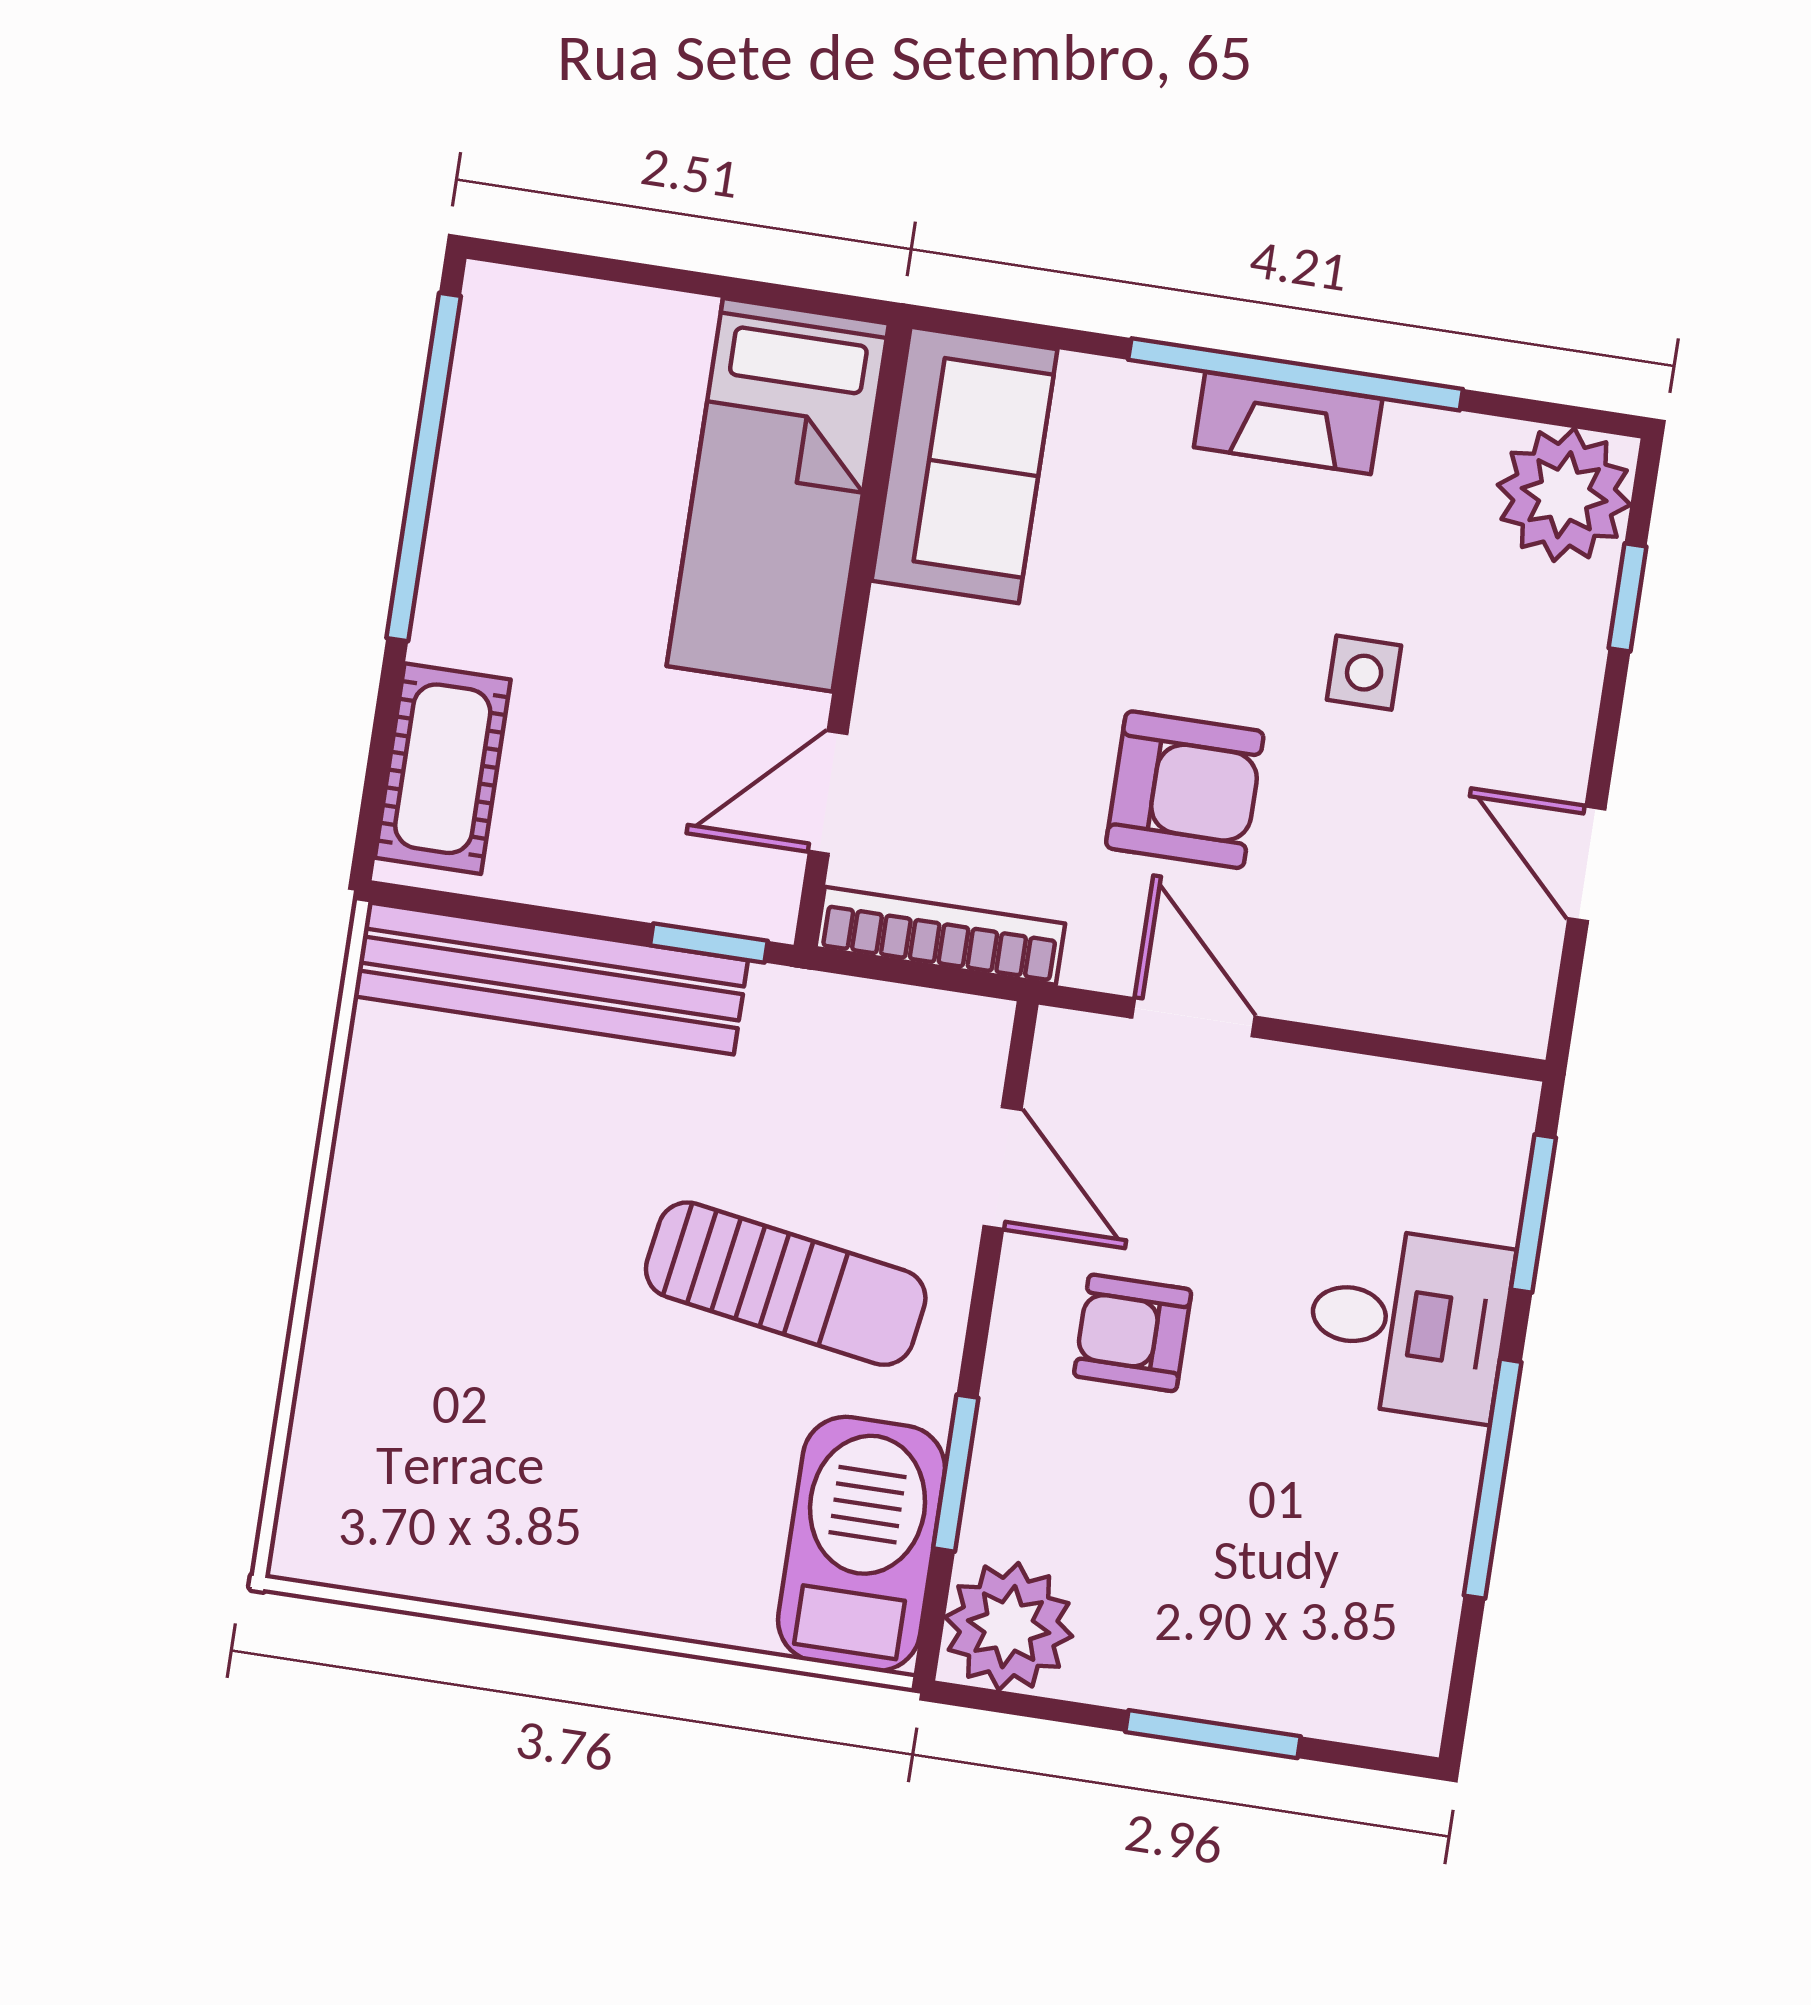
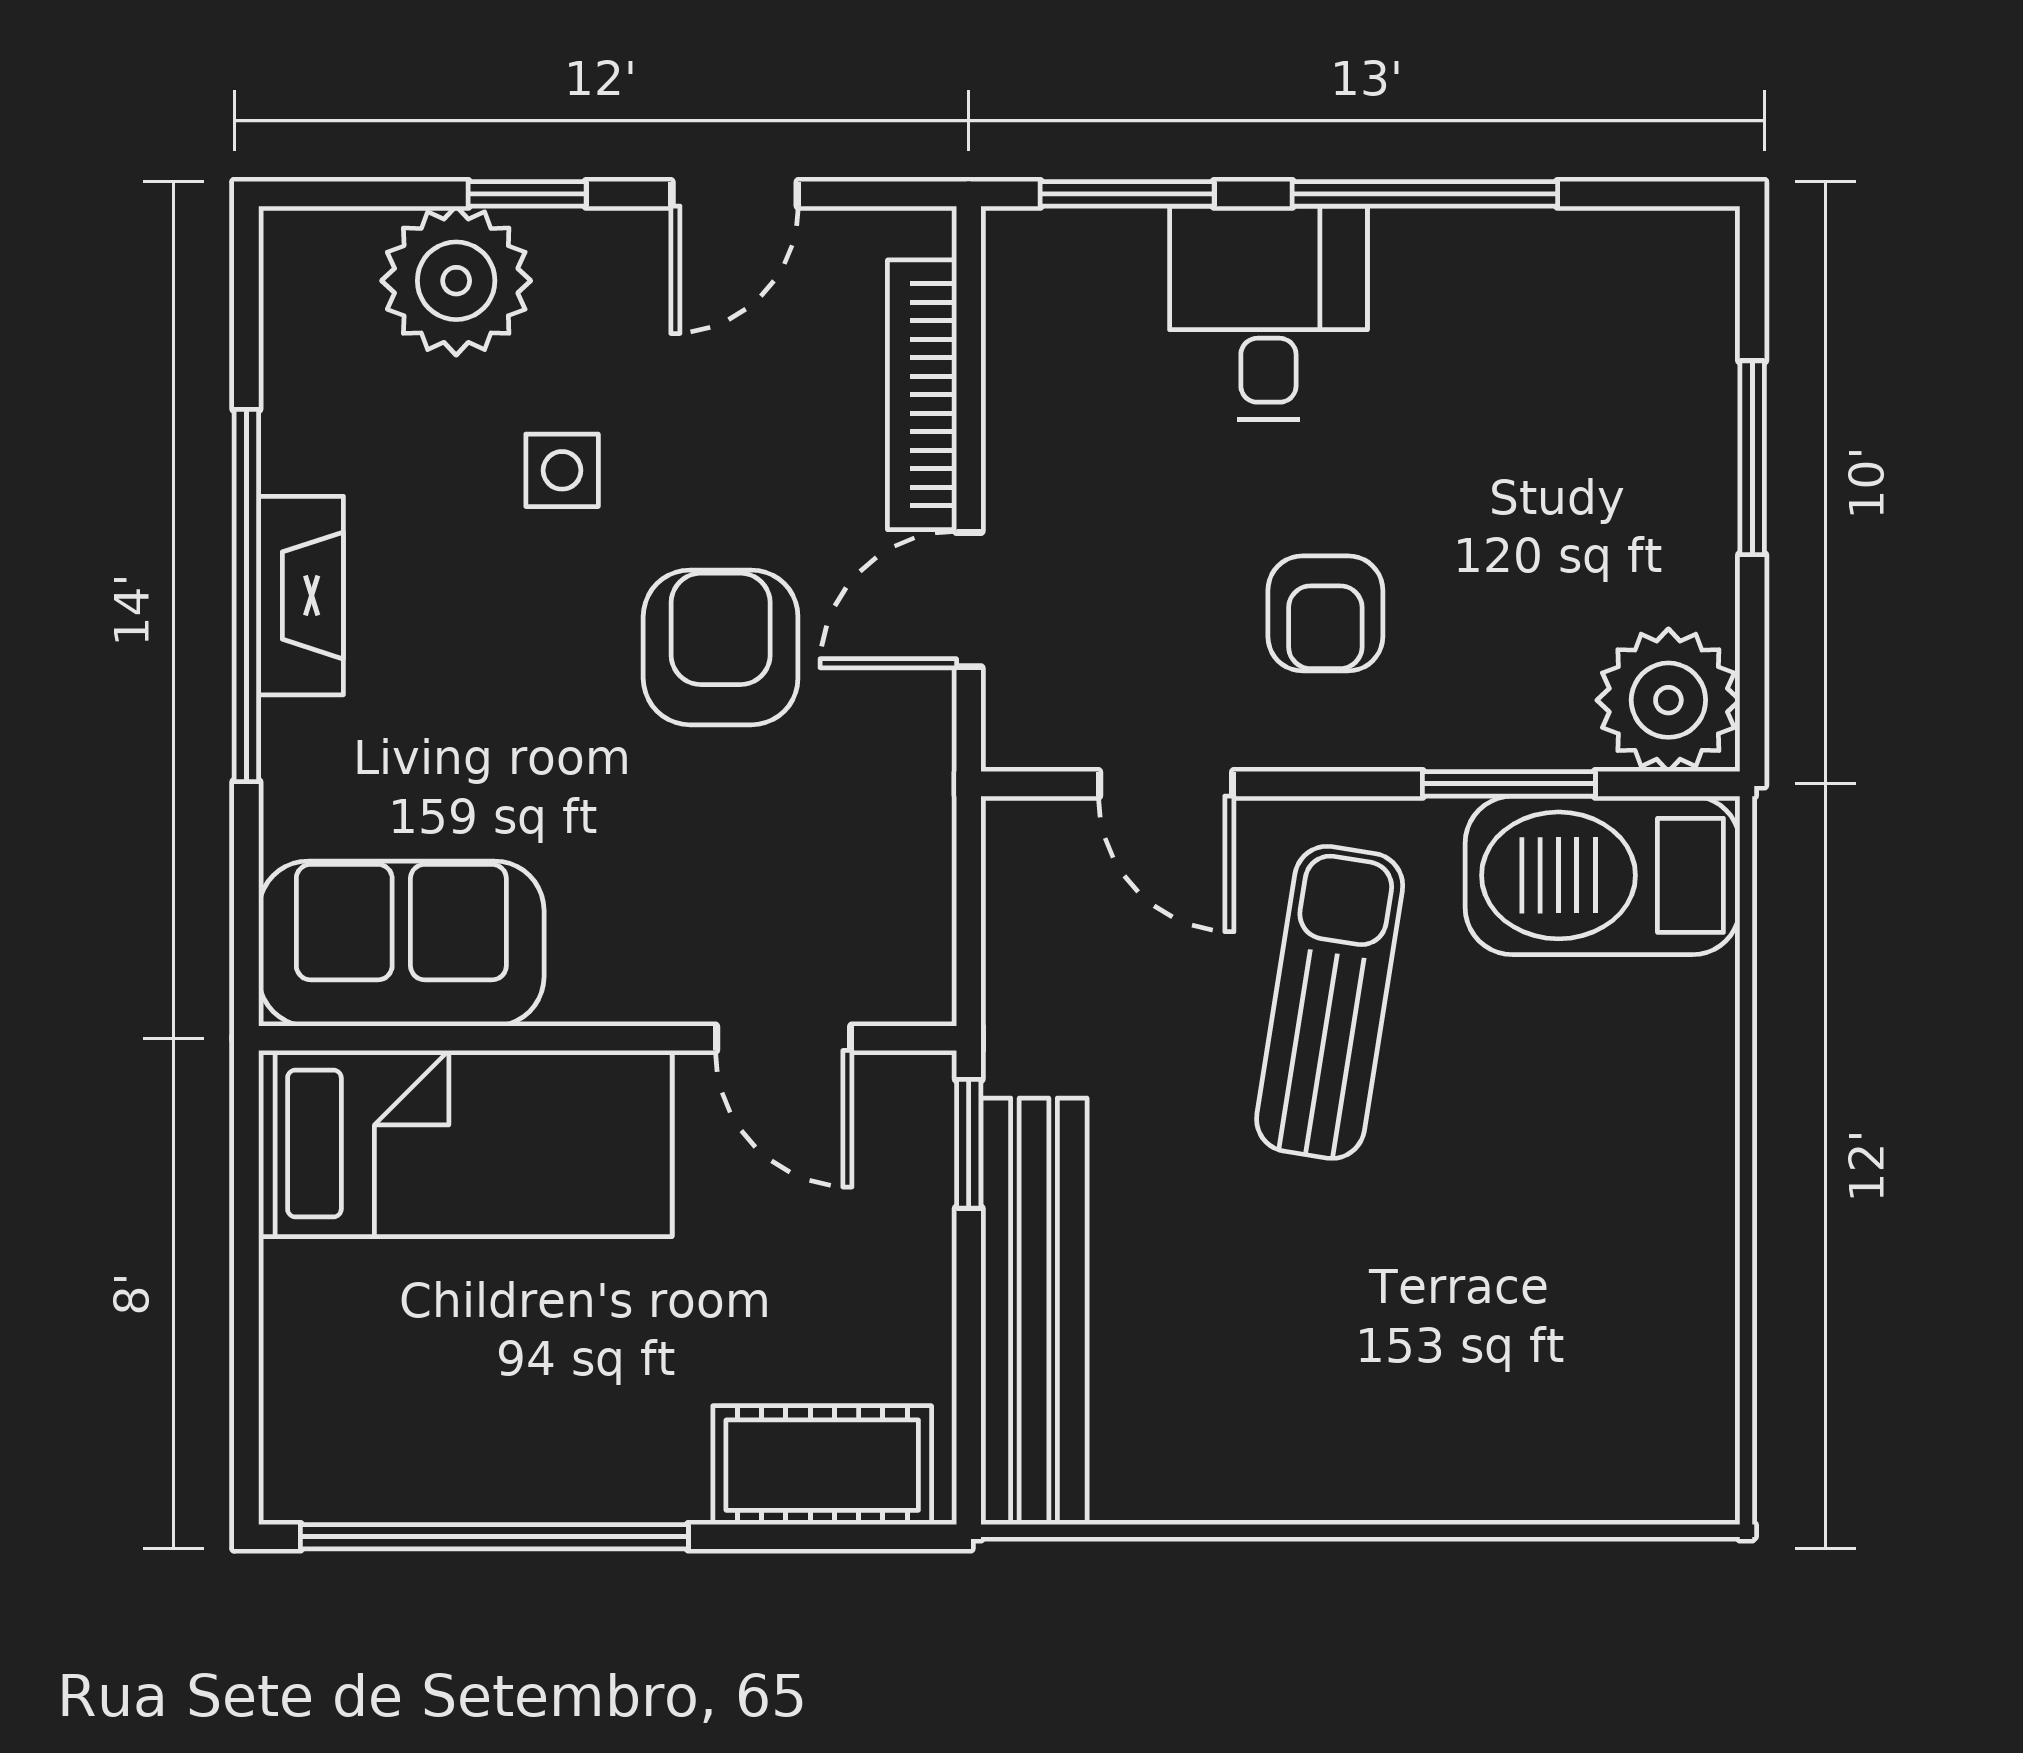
plant: (1564, 495) -> (456, 281), moved
window: (1628, 597) -> (527, 194), moved
bookcase: (940, 936) -> (922, 395), moved
door: (1002, 1168) -> (1166, 784), swing flipped

